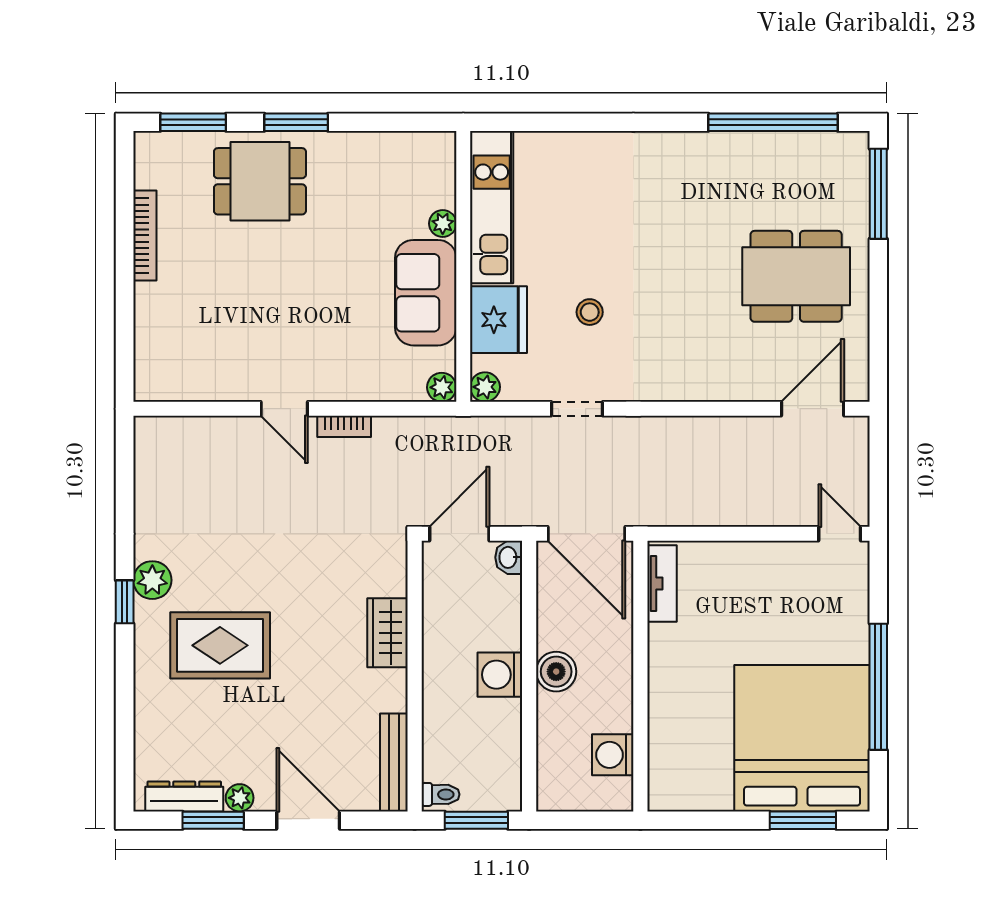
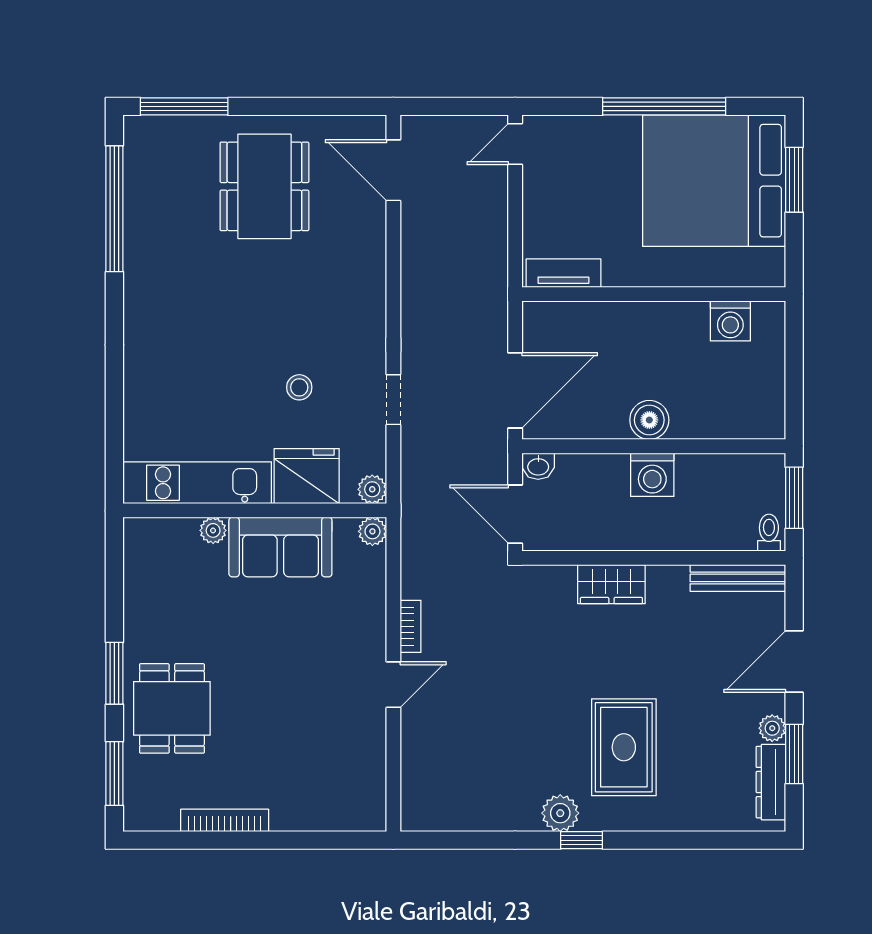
tv unit: (662, 583) -> (563, 273), moved
wall: (640, 676) -> (654, 294), moved
washing machine: (613, 755) -> (730, 321), moved

